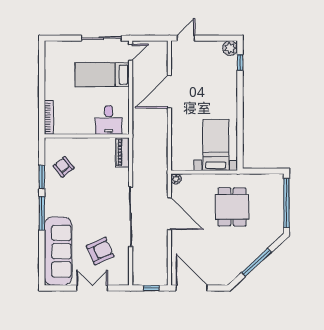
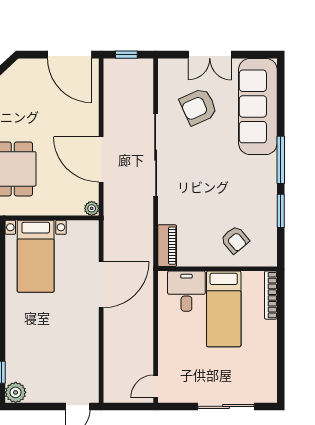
sliding door: (101, 38) -> (226, 406), moved
bed: (102, 75) -> (224, 309), moved, turned 90
door: (169, 92) -> (101, 285), moved
armchair: (64, 167) -> (235, 240), moved

